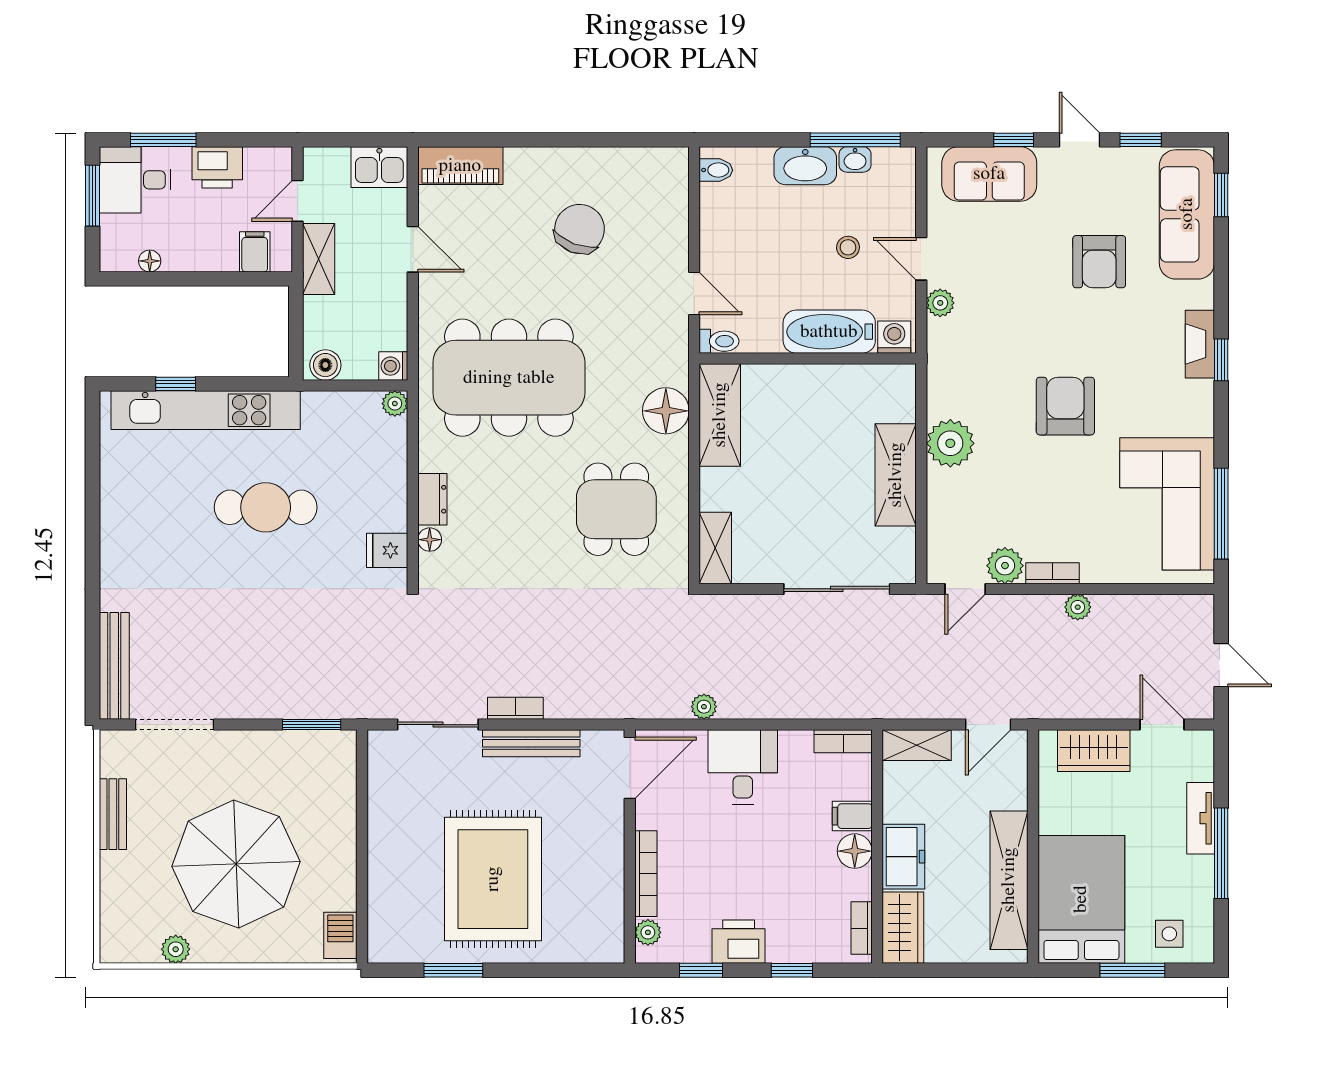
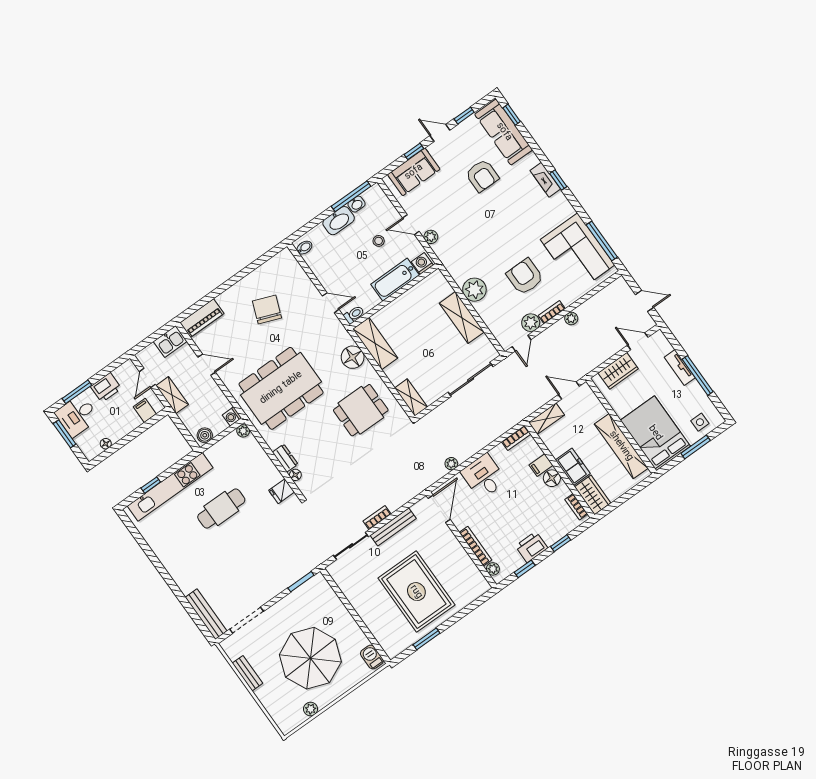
armchair: (1065, 406) -> (525, 277), moved
dining table: (616, 509) -> (361, 410), turned 90
door: (988, 725) -> (569, 390), swing flipped

